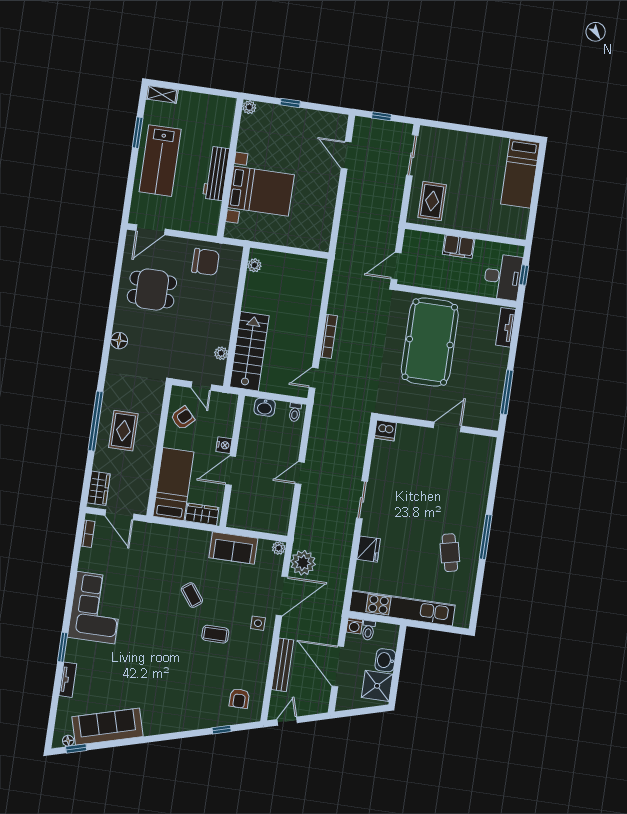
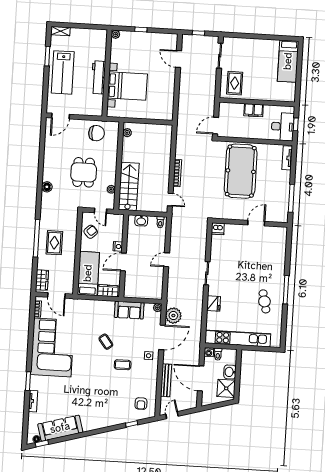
dining table: (152, 290) -> (84, 172), moved, turned 90
door: (314, 378) -> (170, 200), swing flipped
corner sofa: (96, 608) -> (52, 347), width x1.36, depth x1.36

